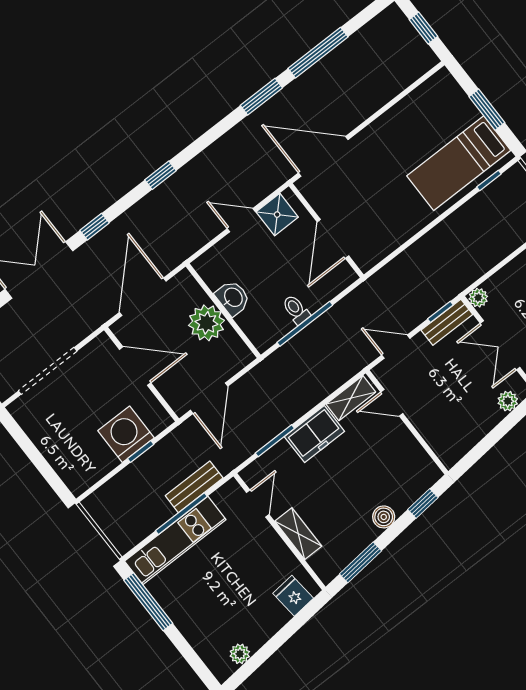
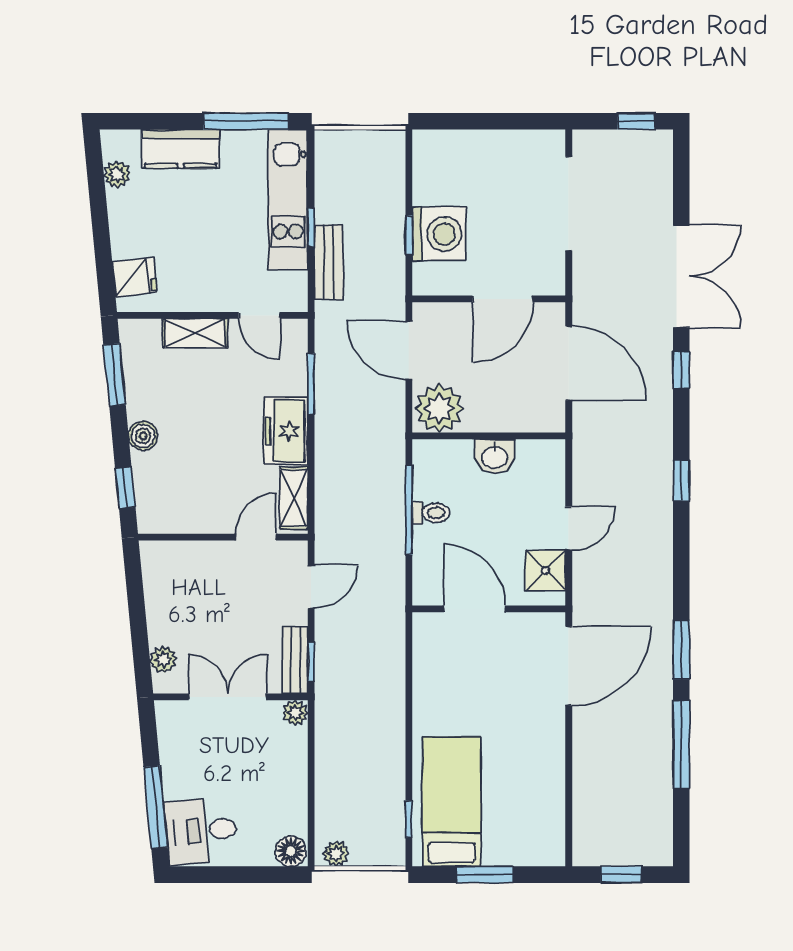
plant: (206, 323) -> (439, 409), moved
window: (181, 514) -> (311, 227), width x0.46
kitchen counter: (195, 628) -> (181, 149), added

